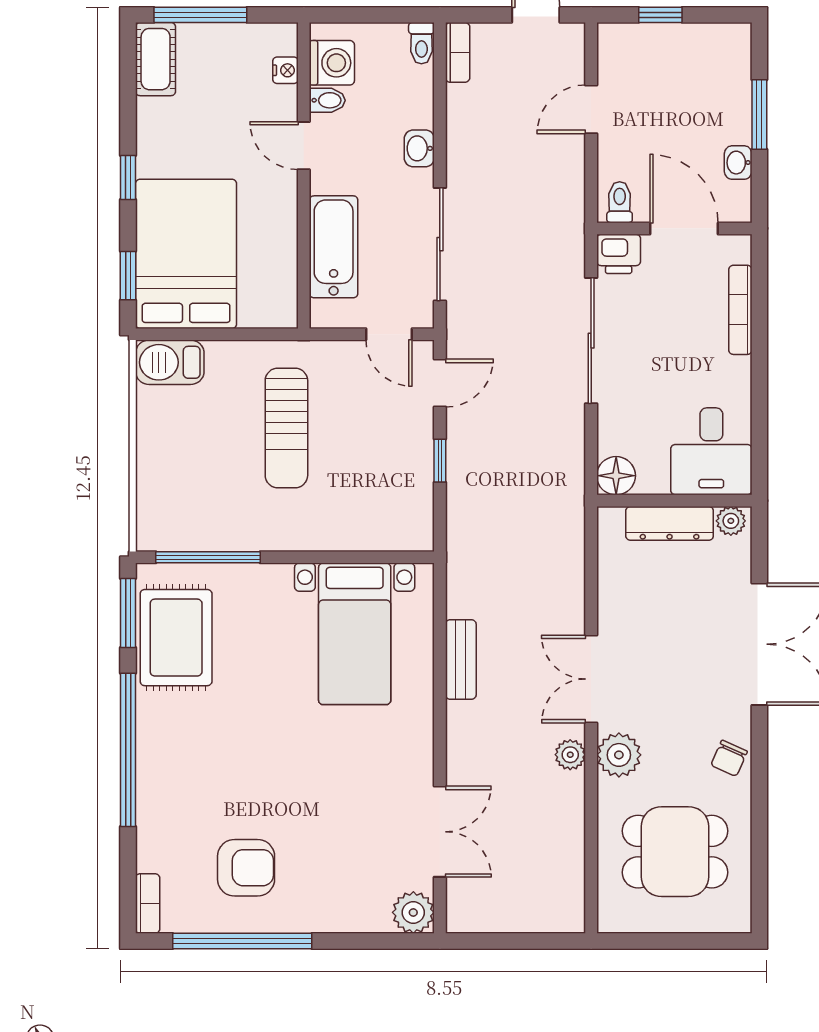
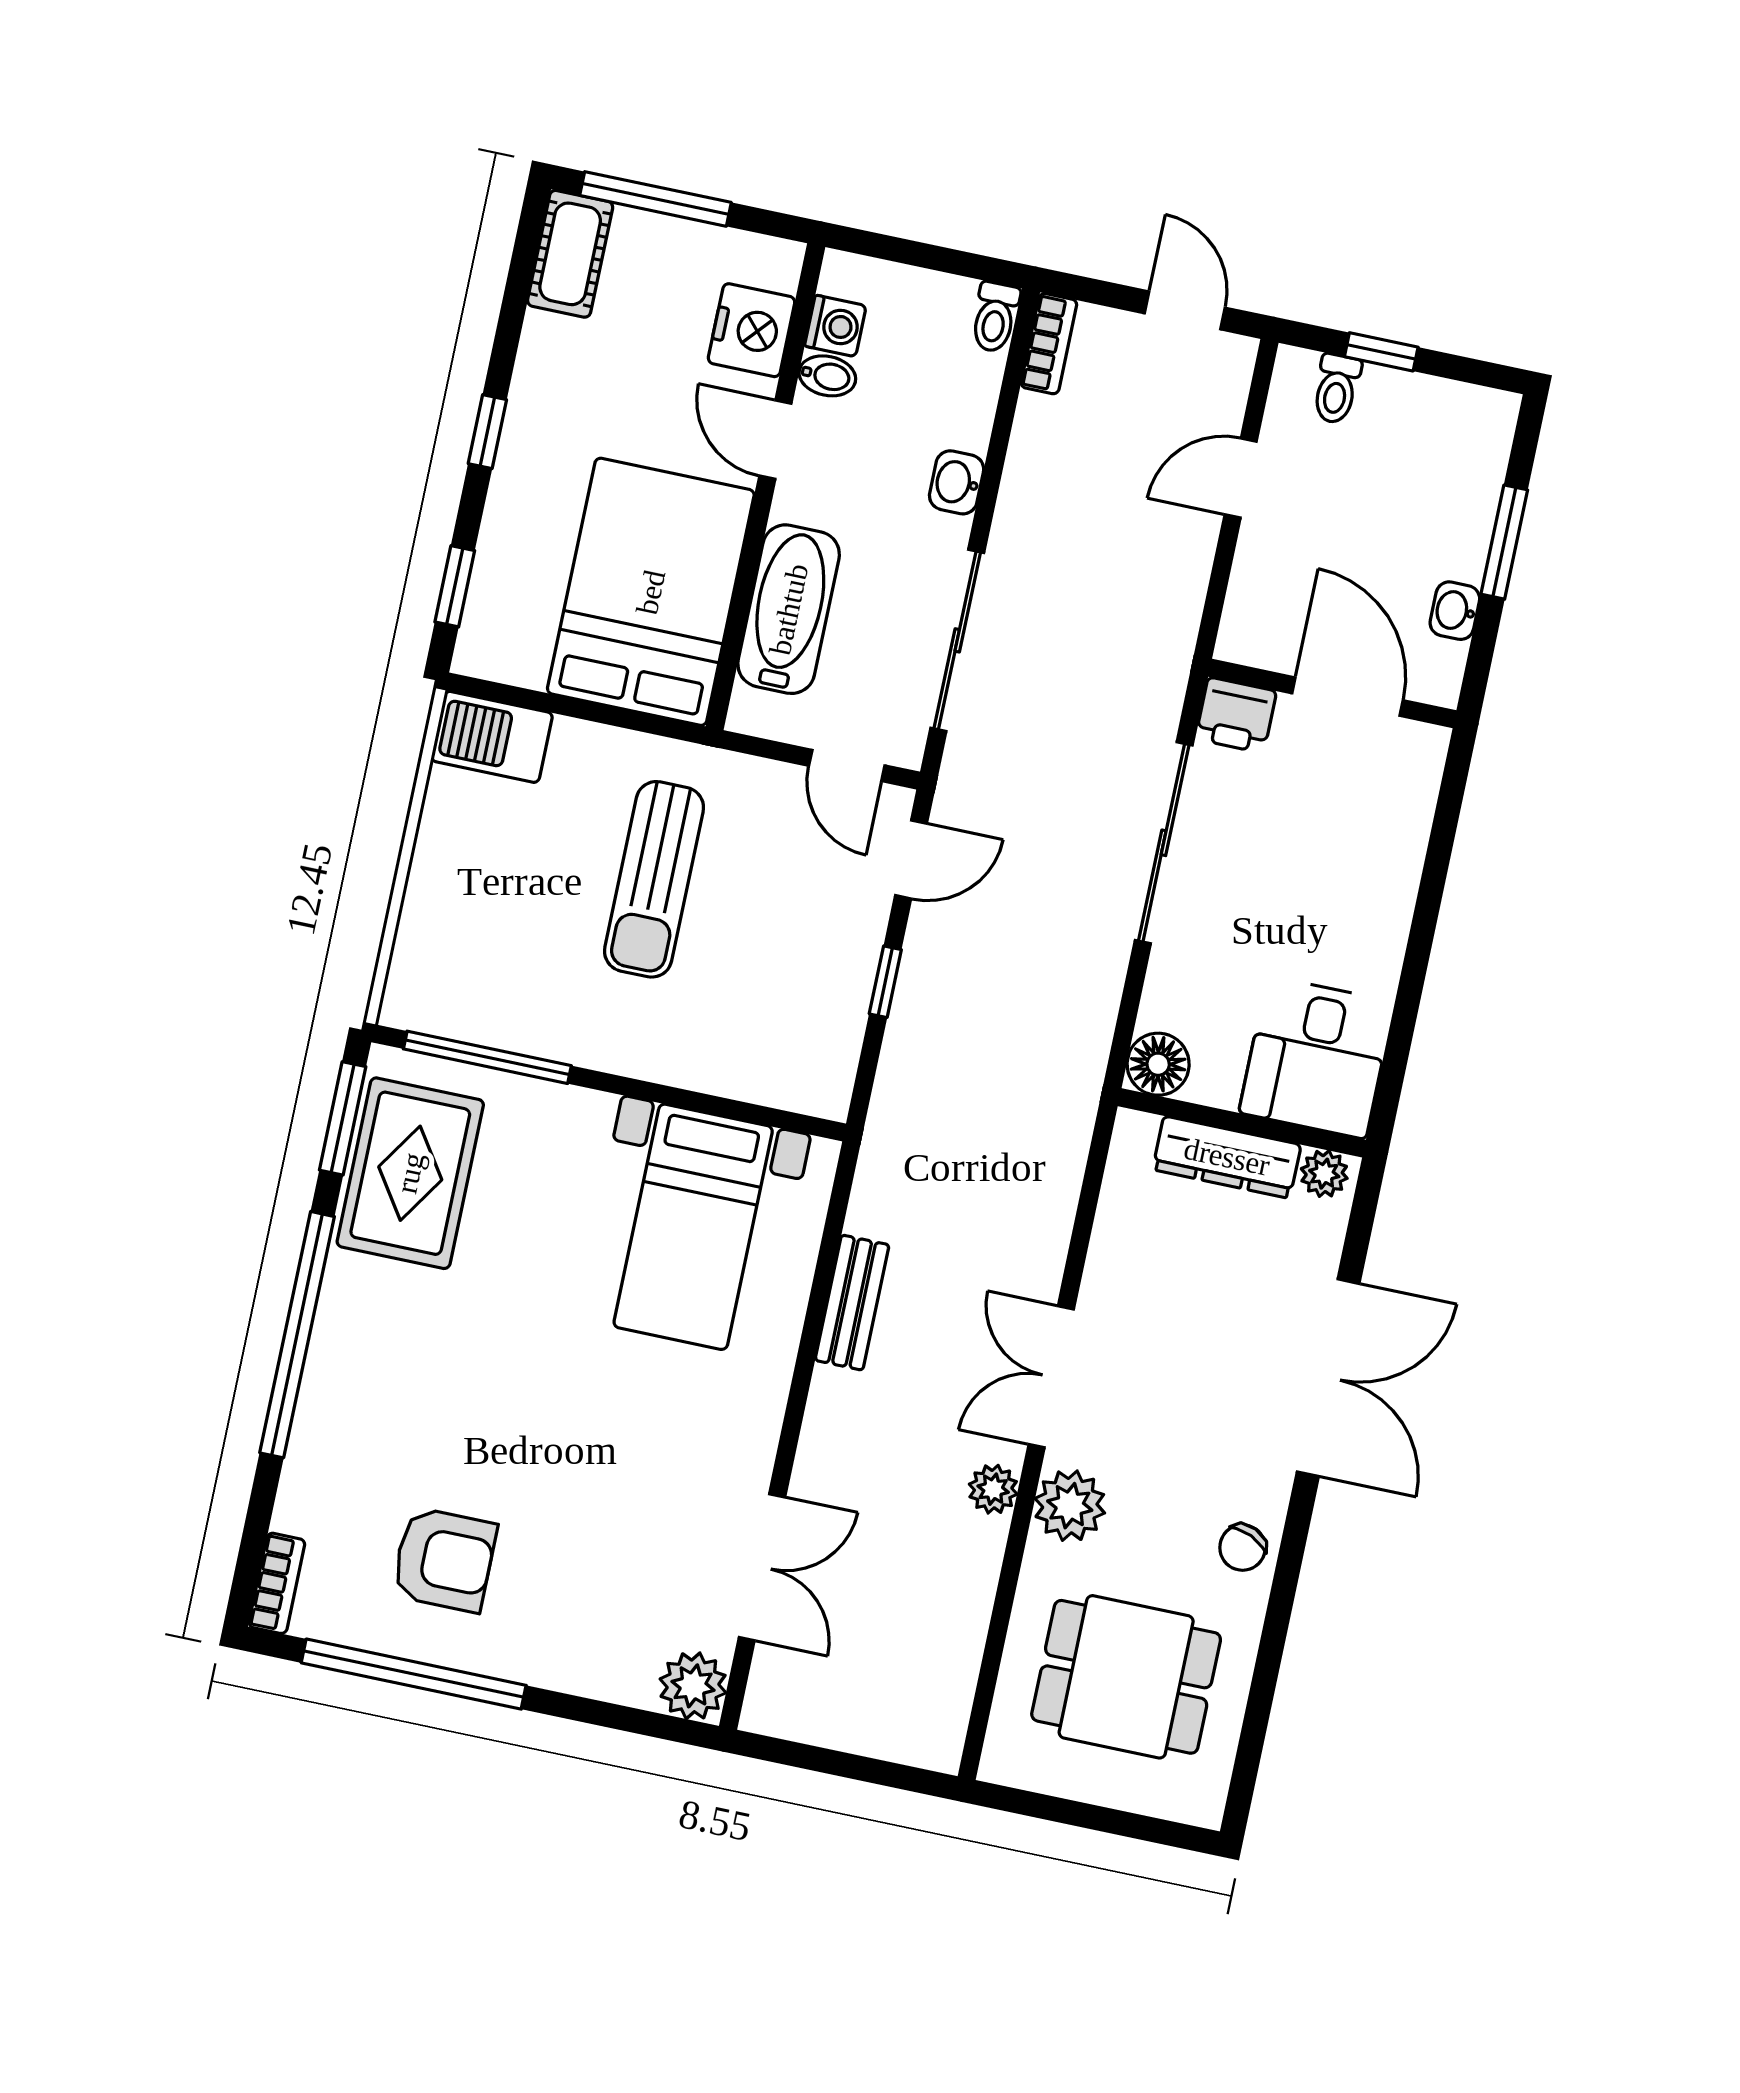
washing machine: (332, 63) -> (835, 326), width x0.73, depth x0.73
nightstand: (285, 70) -> (752, 330), width x1.89, depth x1.79
toilet: (620, 202) -> (1336, 389), moved, turned 180
bed: (186, 254) -> (651, 592), moved
bookcase: (740, 310) -> (1409, 844), removed

